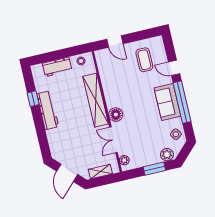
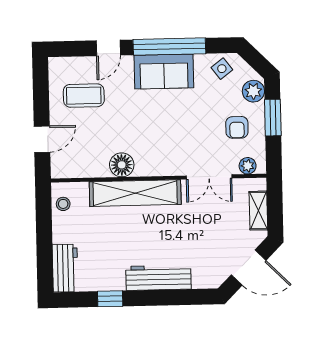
workbench: (57, 67) -> (65, 268), moved
workbench: (48, 110) -> (158, 278), moved
floor lamp: (116, 115) -> (122, 165), moved
armchair: (145, 150) -> (237, 127), added

